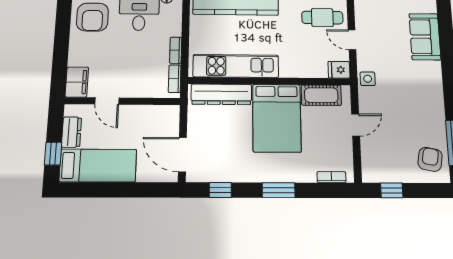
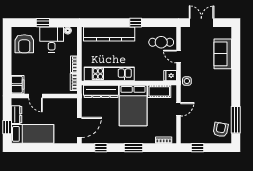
door: (182, 155) -> (79, 127), swing flipped

